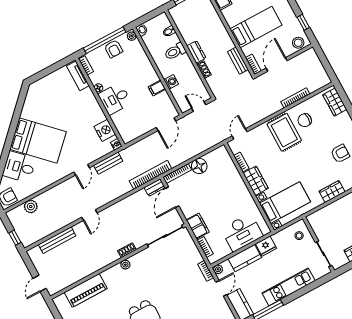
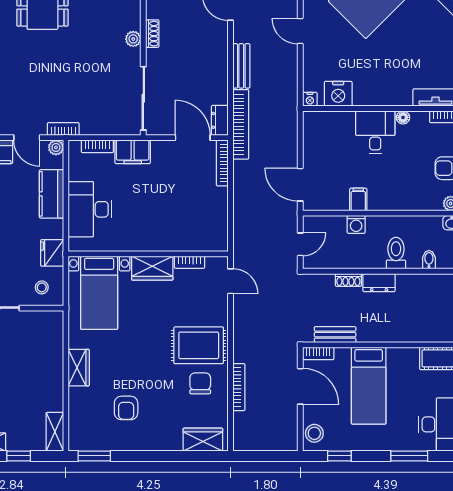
bench: (108, 163) -> (241, 66), moved
floor lamp: (199, 166) -> (216, 200), removed
fridge: (266, 246) -> (52, 253), moved
plant: (125, 265) -> (133, 39), moved

